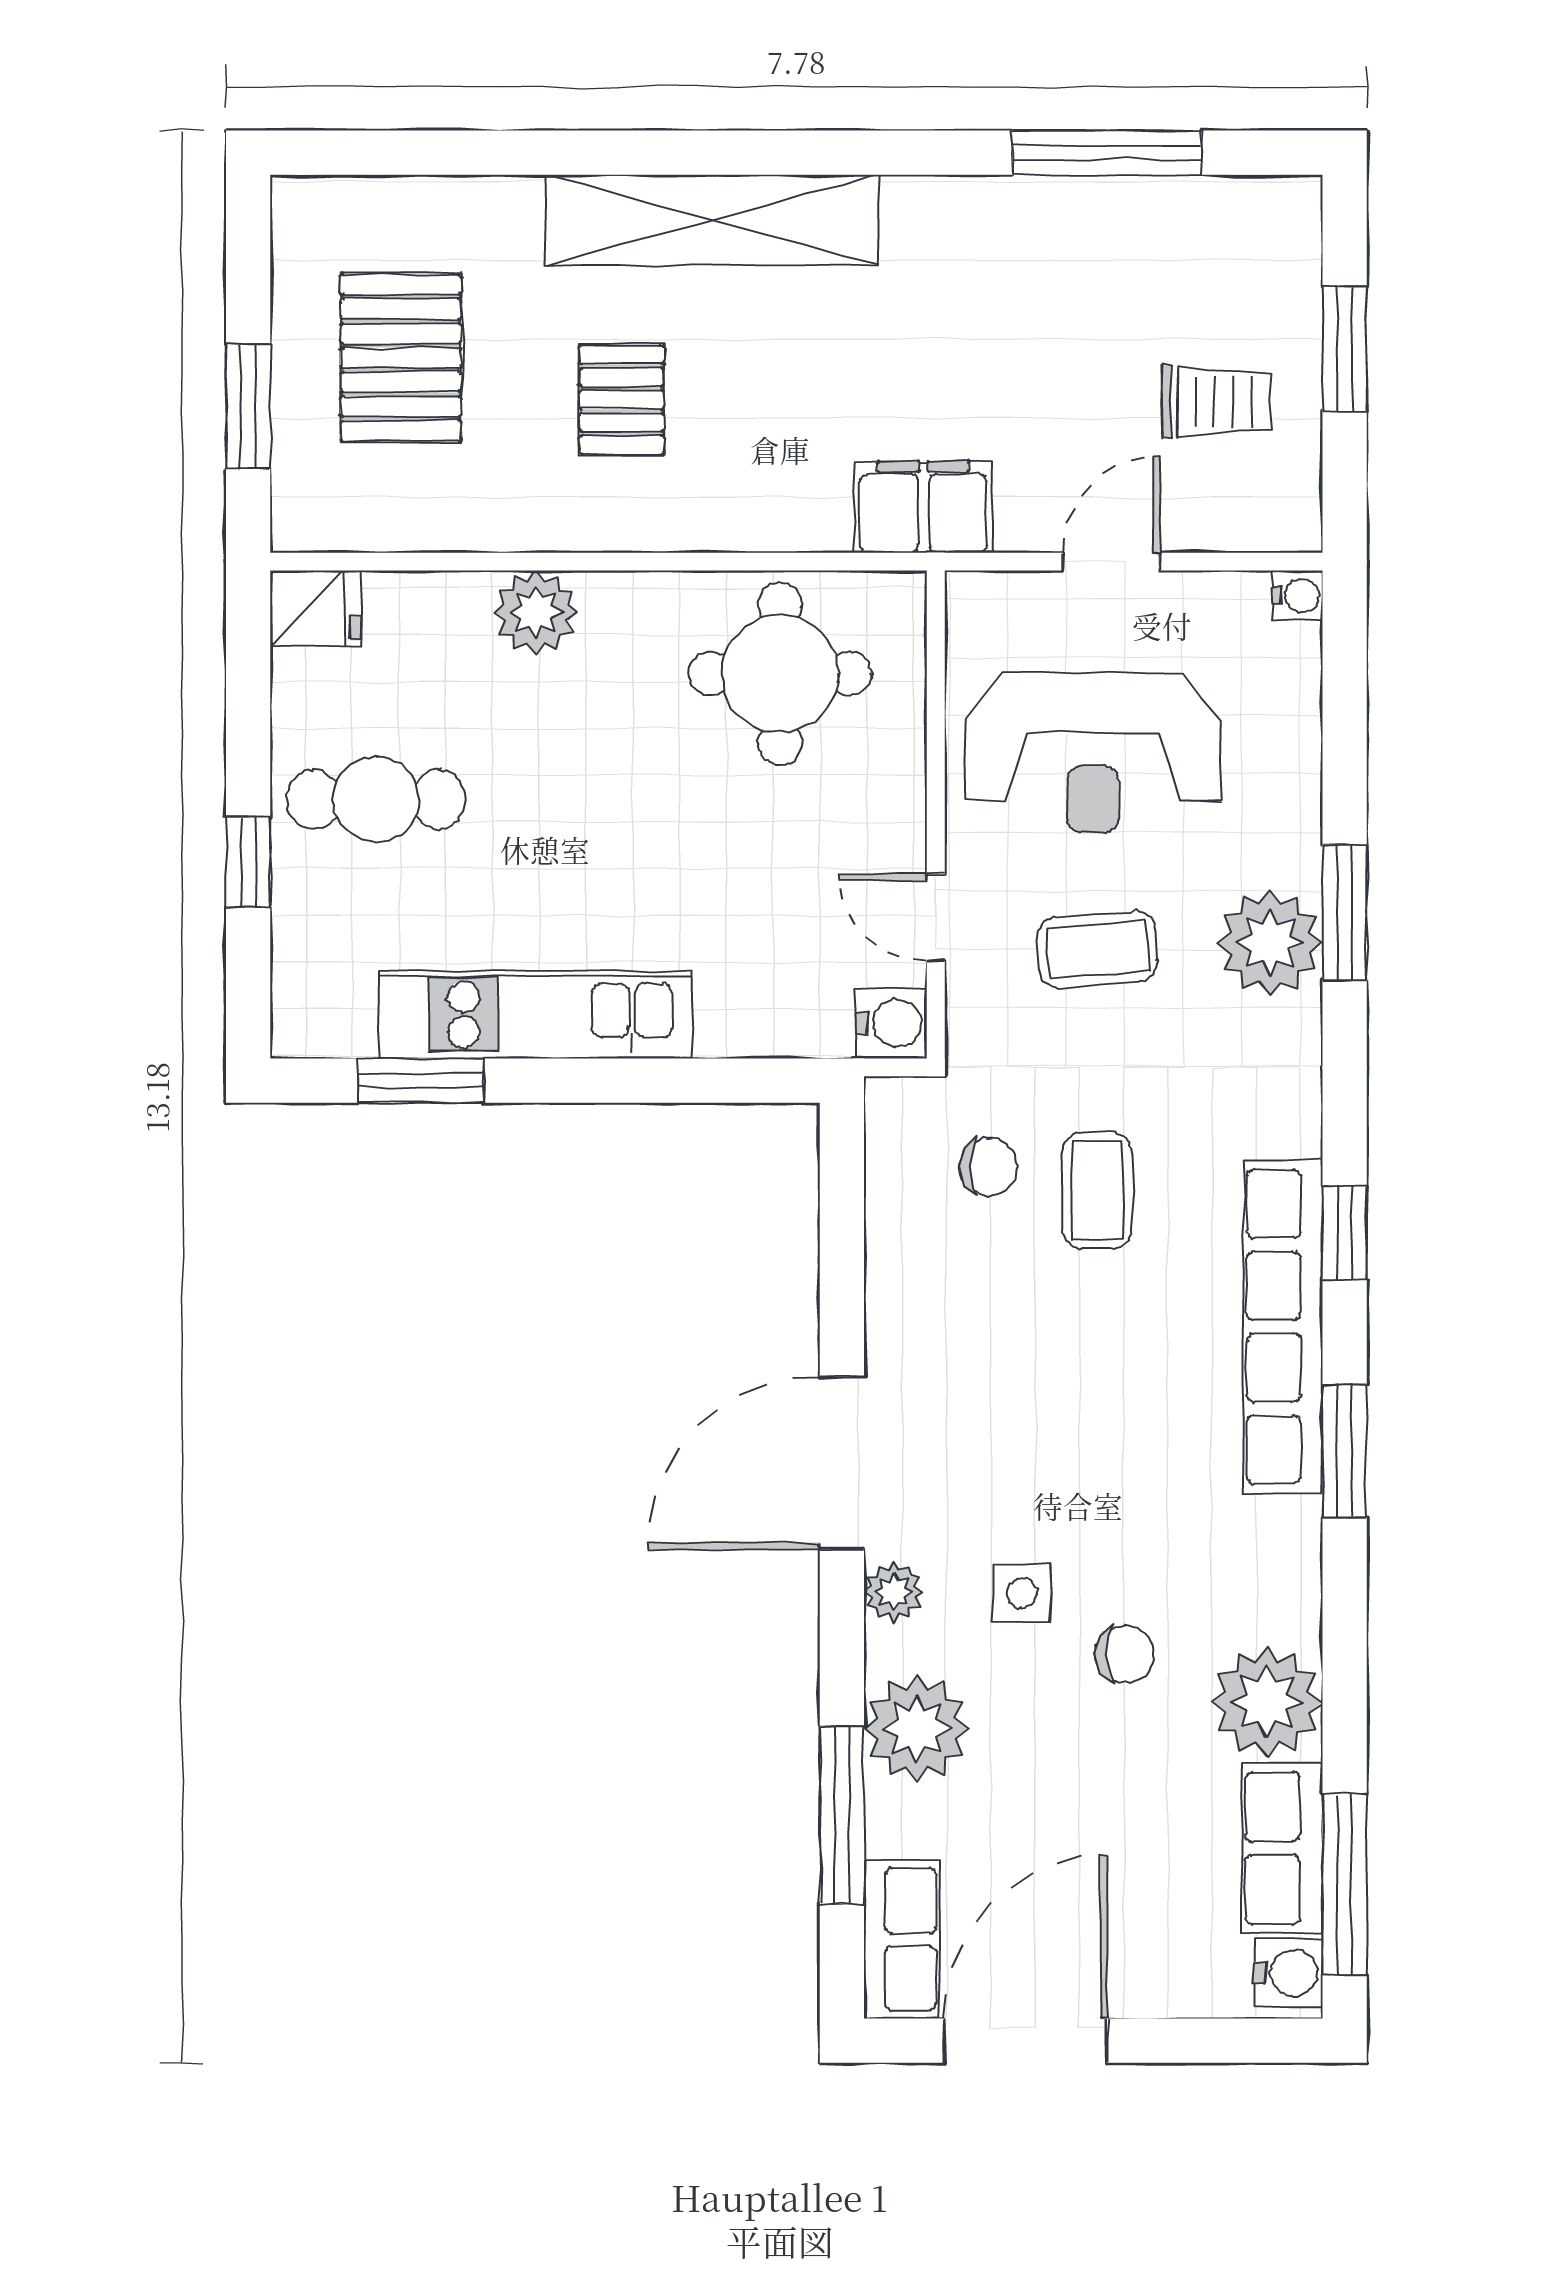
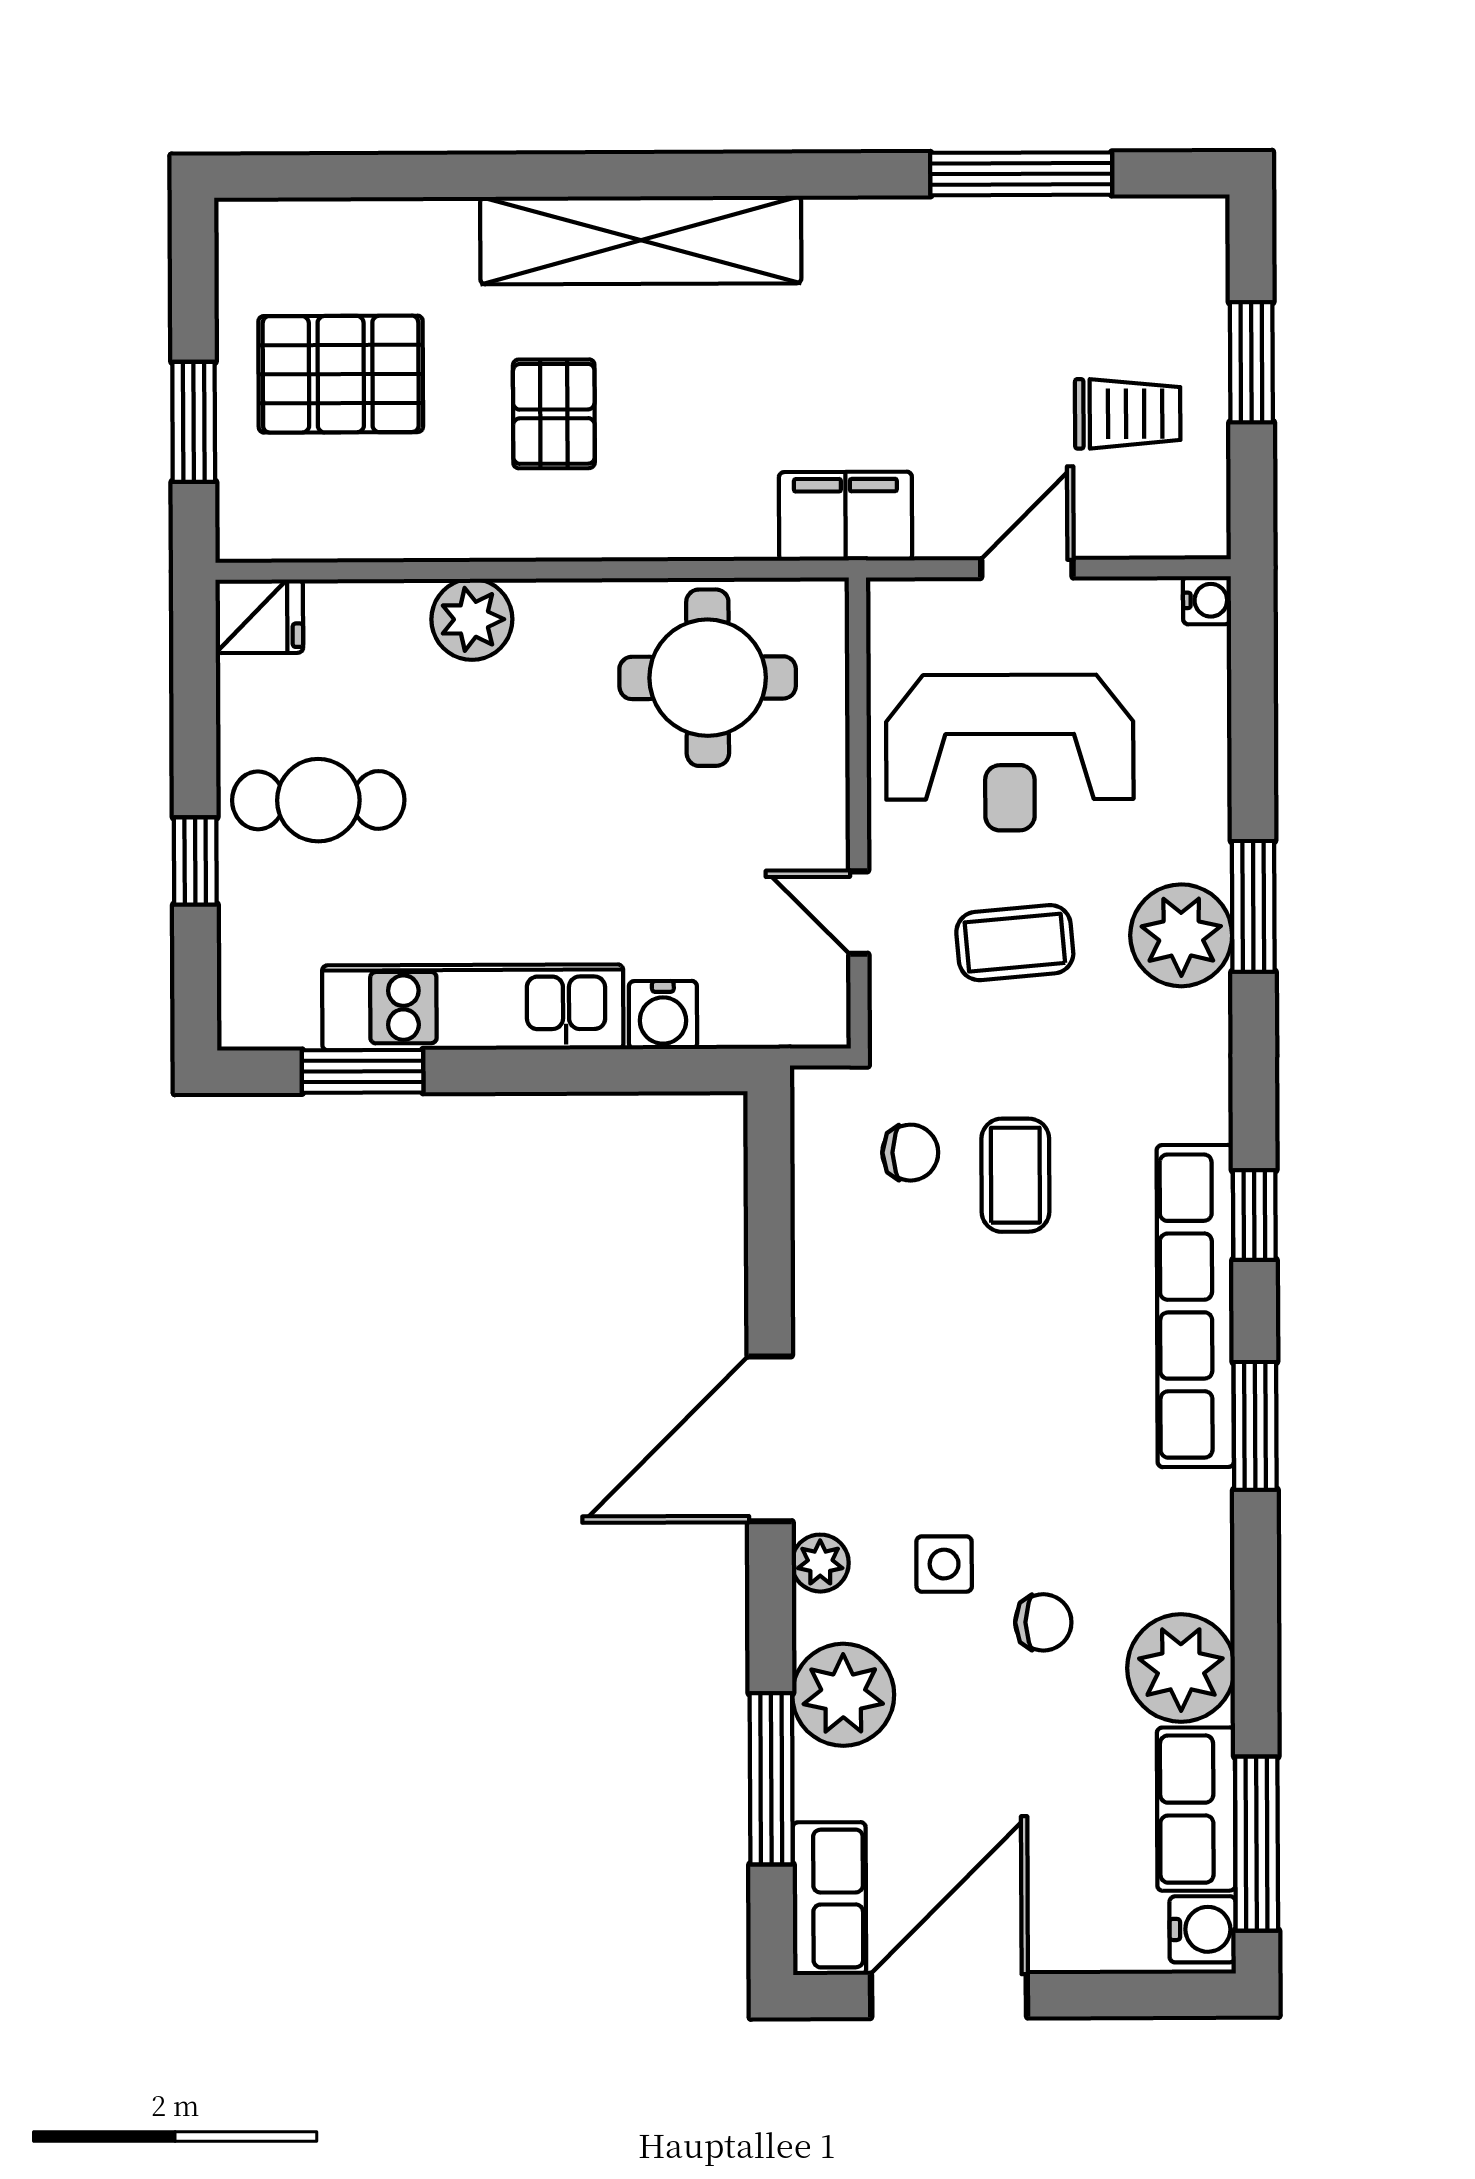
pallet: (401, 358) -> (341, 374), turned 90
water cooler: (892, 1023) -> (663, 1015), moved, turned 90

